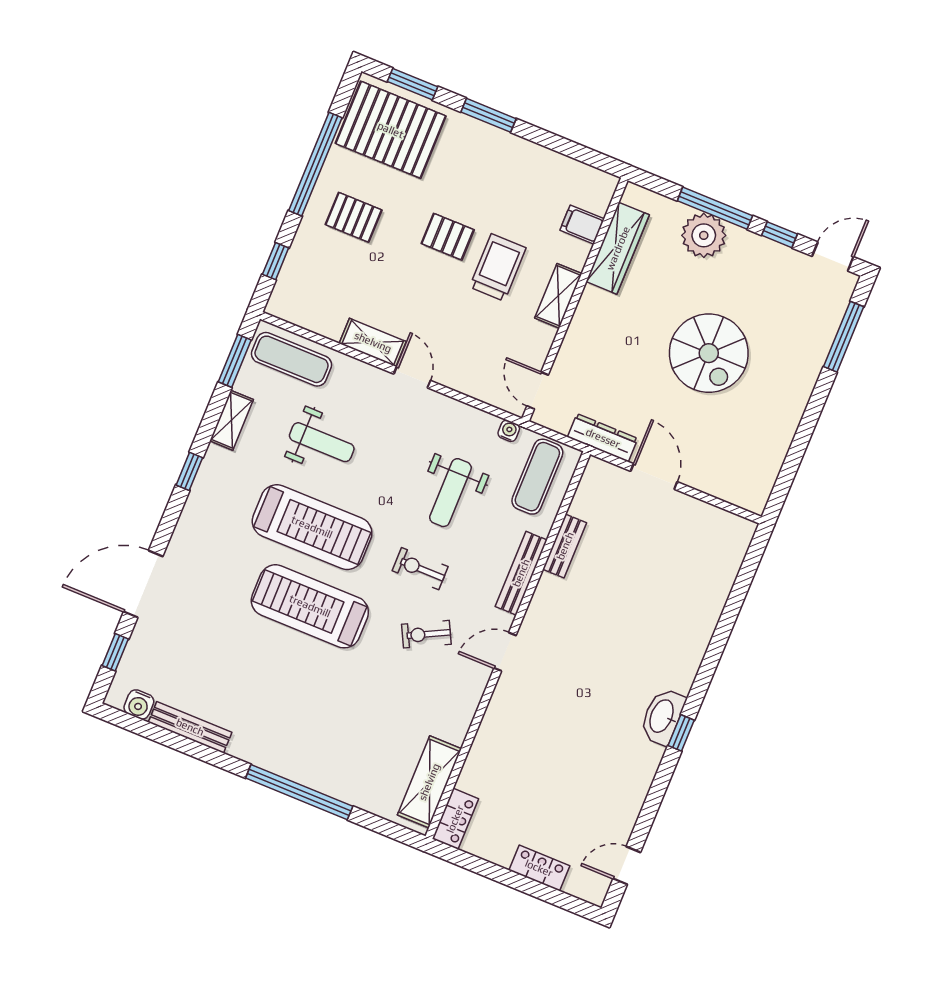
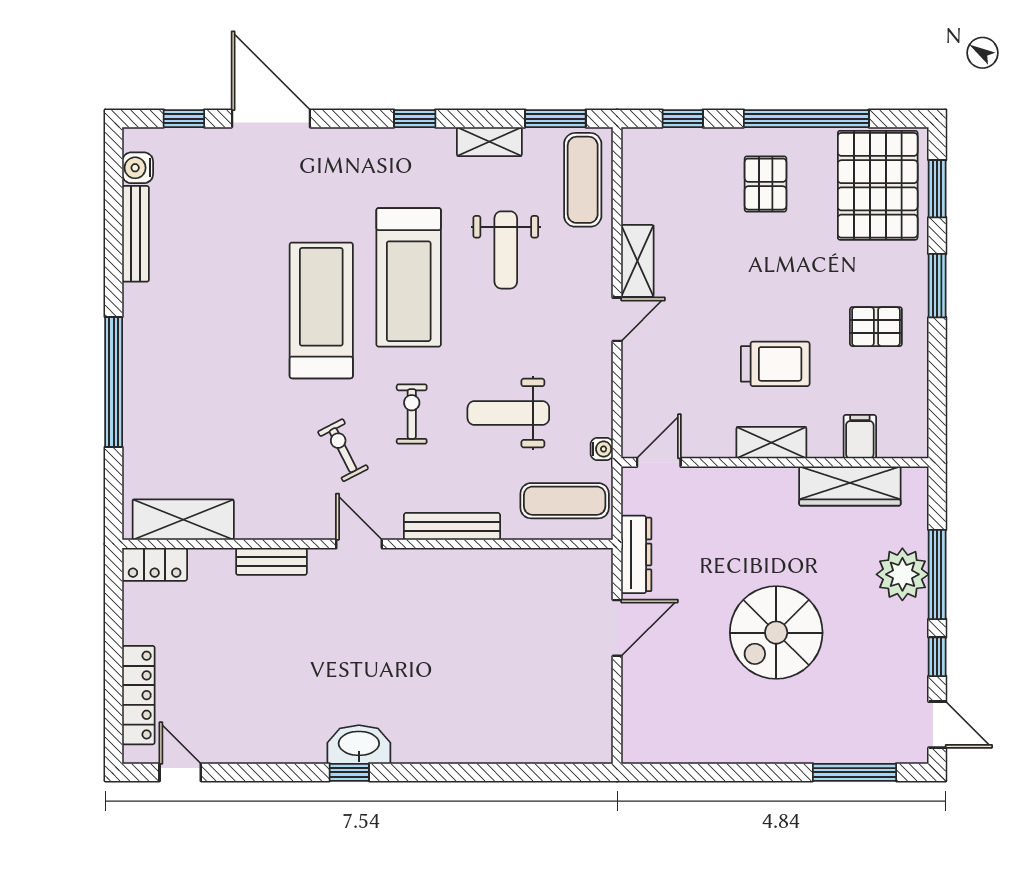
pallet: (448, 237) -> (876, 327), moved, turned 90
bench: (565, 546) -> (271, 561), moved
locker: (539, 868) -> (138, 695), width x1.53

